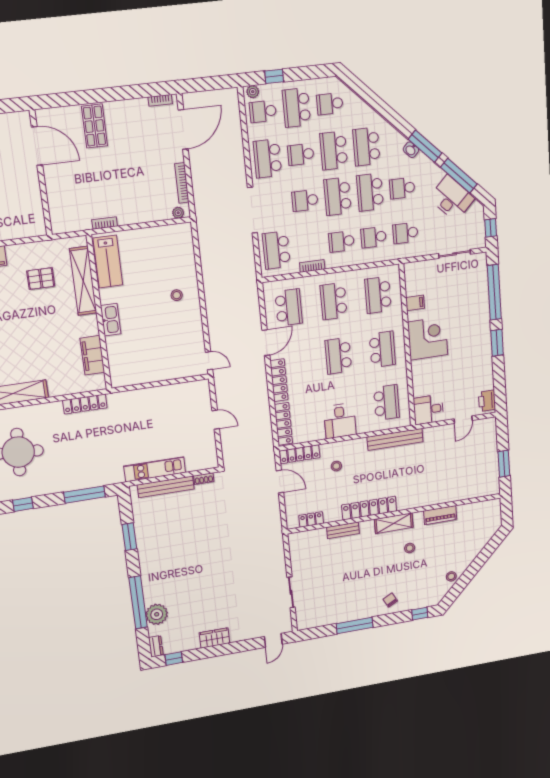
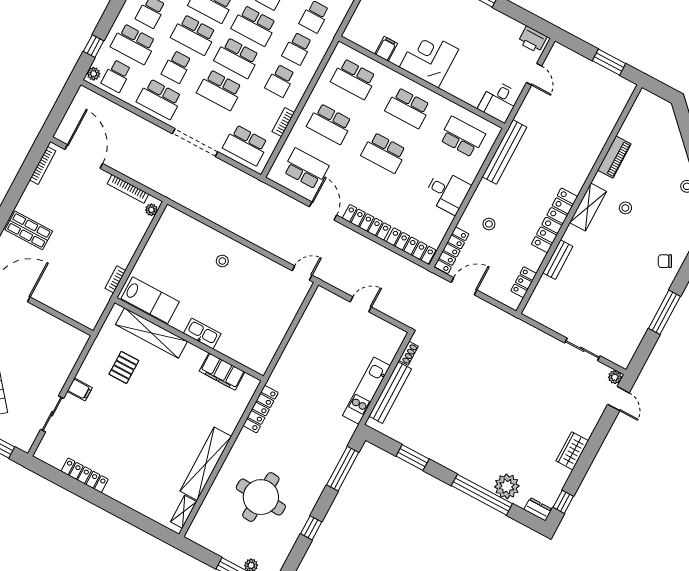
bookcase: (160, 100) -> (43, 165), width x1.56
school desk: (305, 200) -> (220, 90), width x1.85
school desk: (382, 349) -> (408, 108), turned 180
plant: (287, 627) -> (615, 377), added

